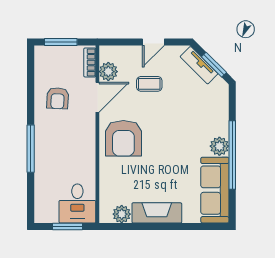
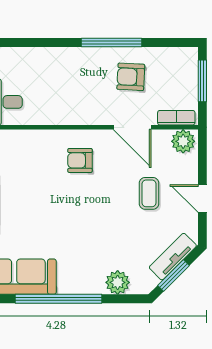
plant: (108, 72) -> (183, 141), moved
armchair: (123, 138) -> (80, 160), width x0.53, depth x0.53
plant: (219, 146) -> (118, 282), moved
window: (31, 149) -> (111, 43), moved

